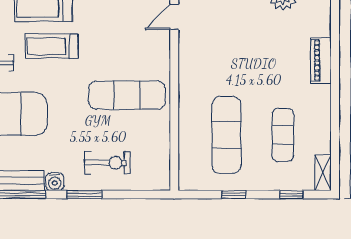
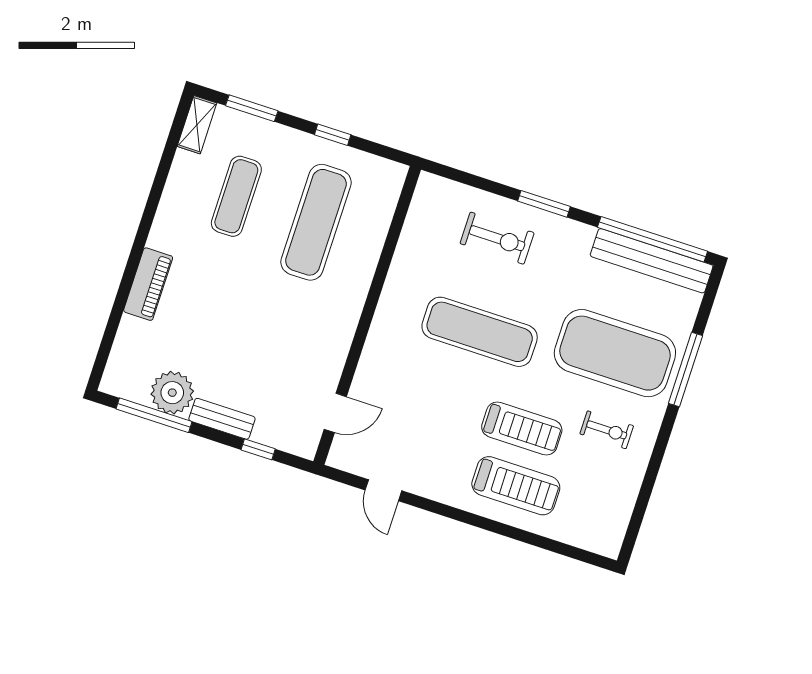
exercise mat: (127, 95) -> (480, 332), moved
exercise bike: (107, 163) -> (497, 238), turned 180
water cooler: (55, 182) -> (580, 236), removed
window: (291, 195) -> (252, 108), width x1.50

